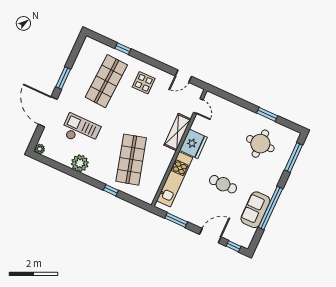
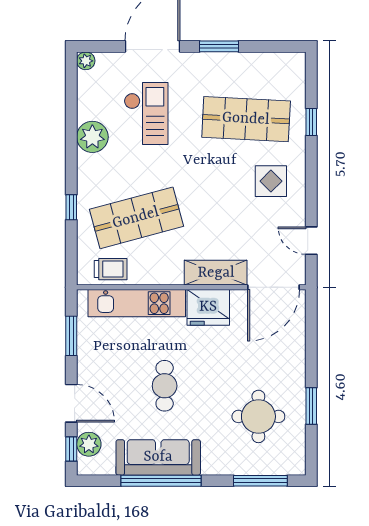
door: (198, 106) -> (274, 287), width x1.87
trolley: (151, 185) -> (111, 269), added
sofa: (255, 210) -> (158, 457), width x1.36
plant: (235, 236) -> (89, 444), added

